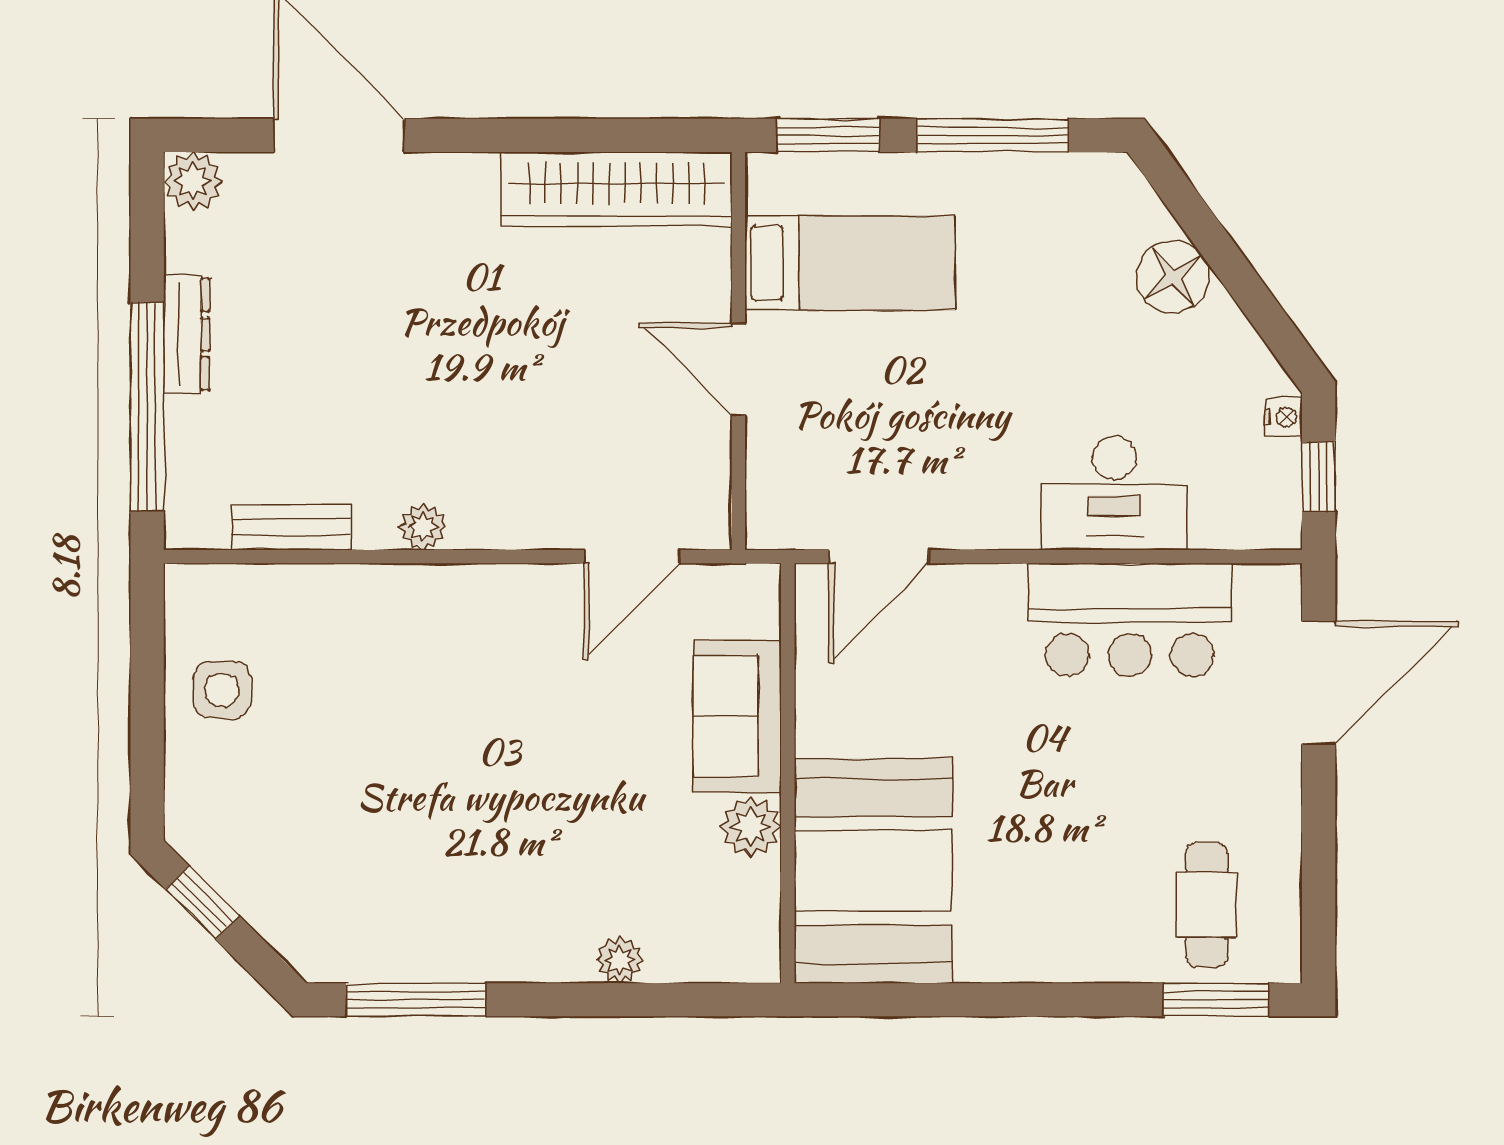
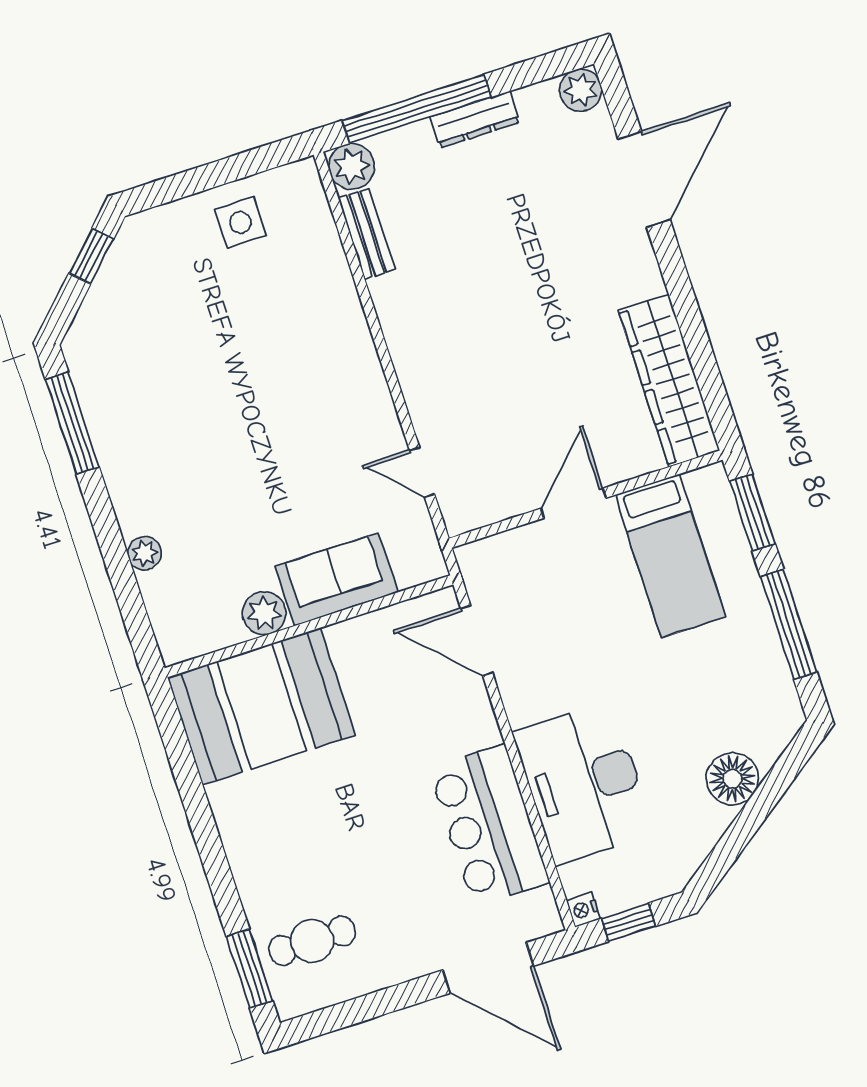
nightstand: (1283, 417) -> (583, 910), moved, turned 90
desk: (1114, 493) -> (584, 783), width x1.36, depth x1.30
plant: (423, 527) -> (352, 166), moved, width x1.38, depth x1.38
door: (632, 557) -> (422, 472), width x0.73

